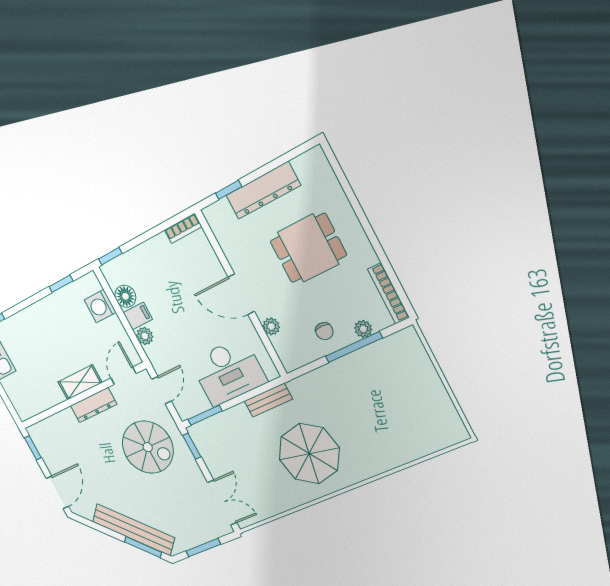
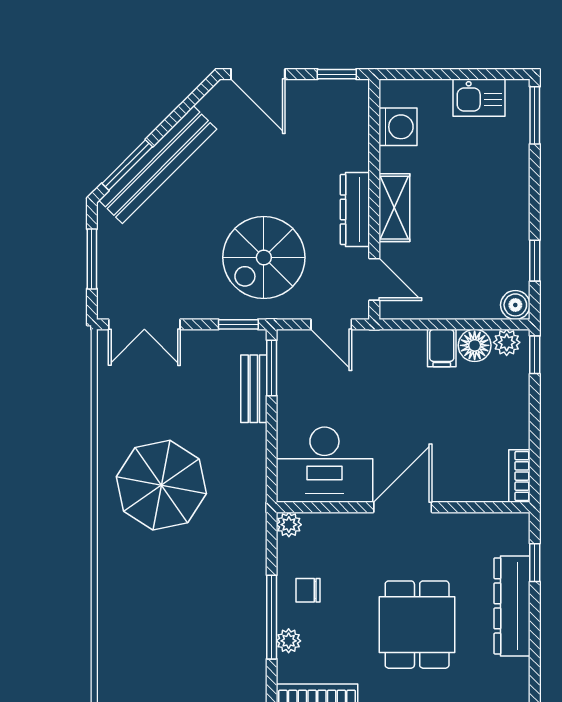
boiler: (90, 283) -> (515, 305), added
washing machine: (100, 306) -> (398, 127), moved, turned 90
plant: (271, 326) -> (289, 525), moved
plant: (145, 336) -> (507, 342), moved
desk: (228, 371) -> (324, 465), moved, turned -90
bench: (268, 400) -> (254, 389), moved

